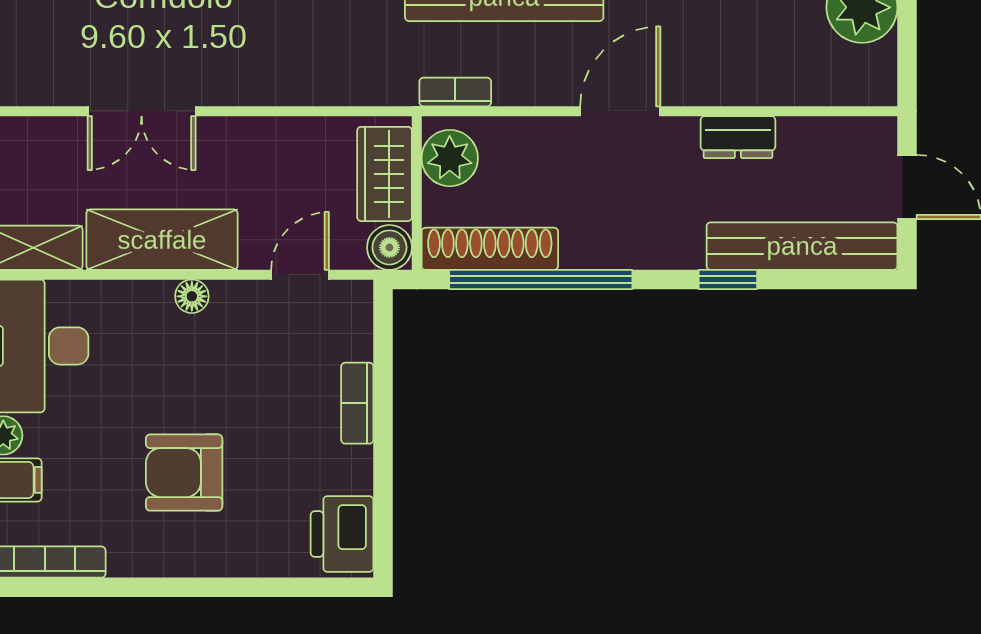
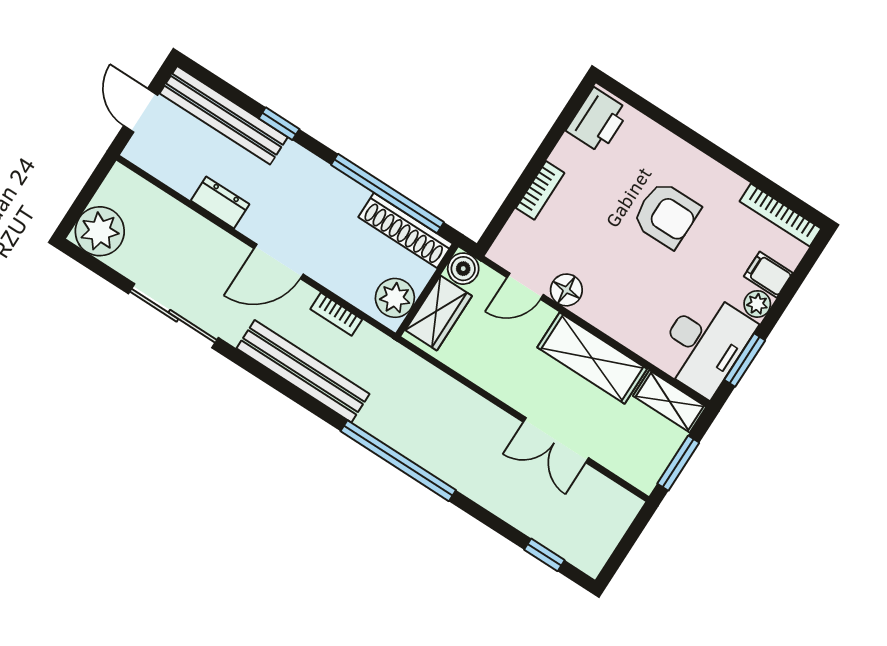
bookcase: (455, 92) -> (336, 314), moved
double door: (142, 111) -> (556, 440), swing flipped
floor lamp: (192, 296) -> (566, 290), moved, width x1.37, depth x1.37

